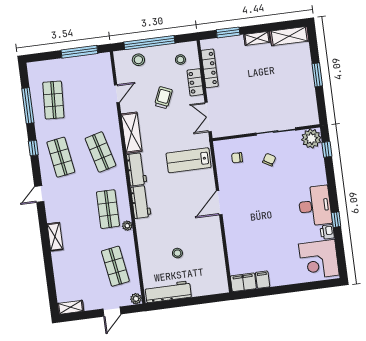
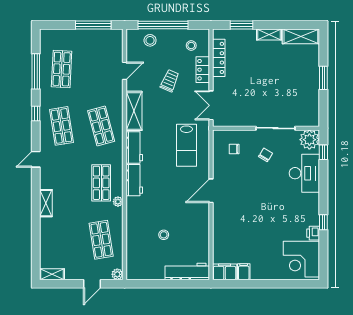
lab bench: (189, 160) -> (186, 145), turned -90
desk: (315, 206) -> (304, 173), moved
workbench: (168, 292) -> (187, 272), moved

